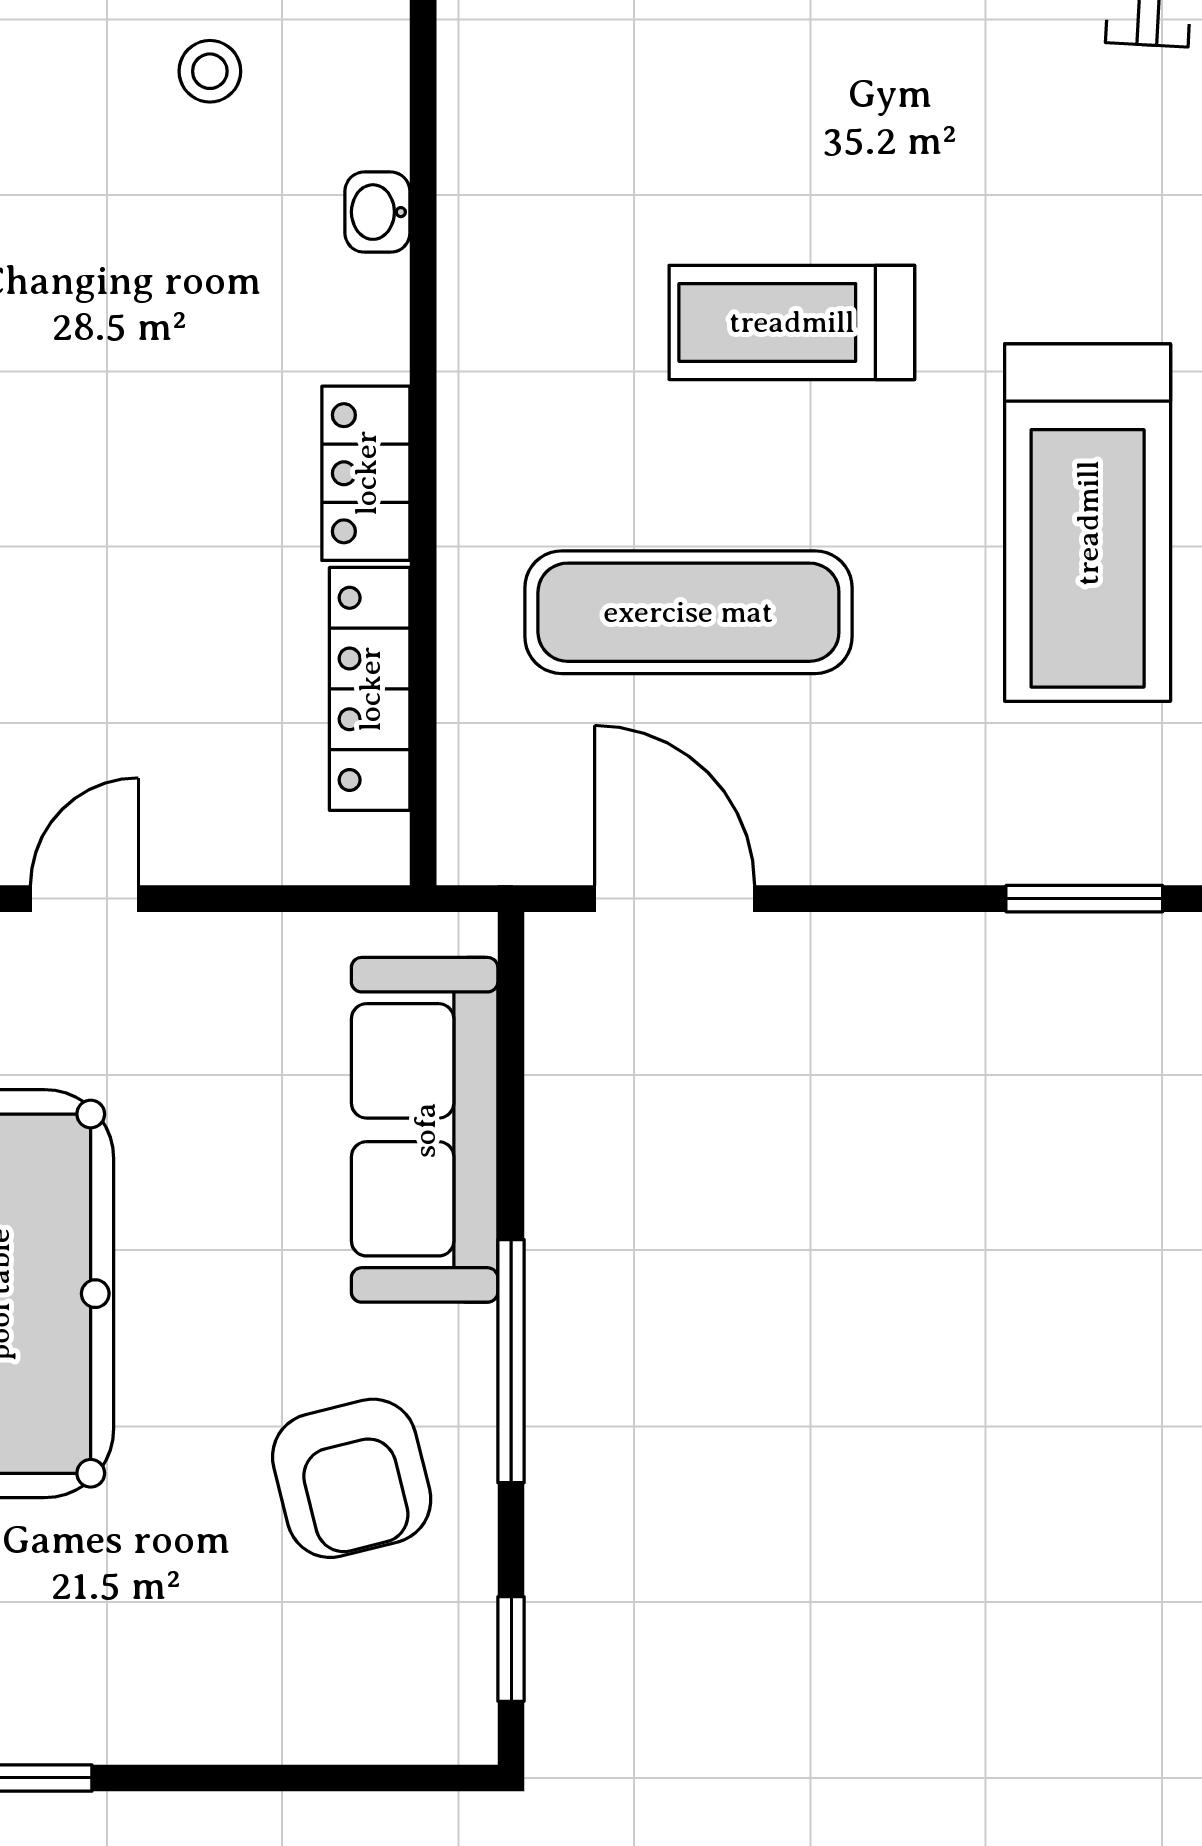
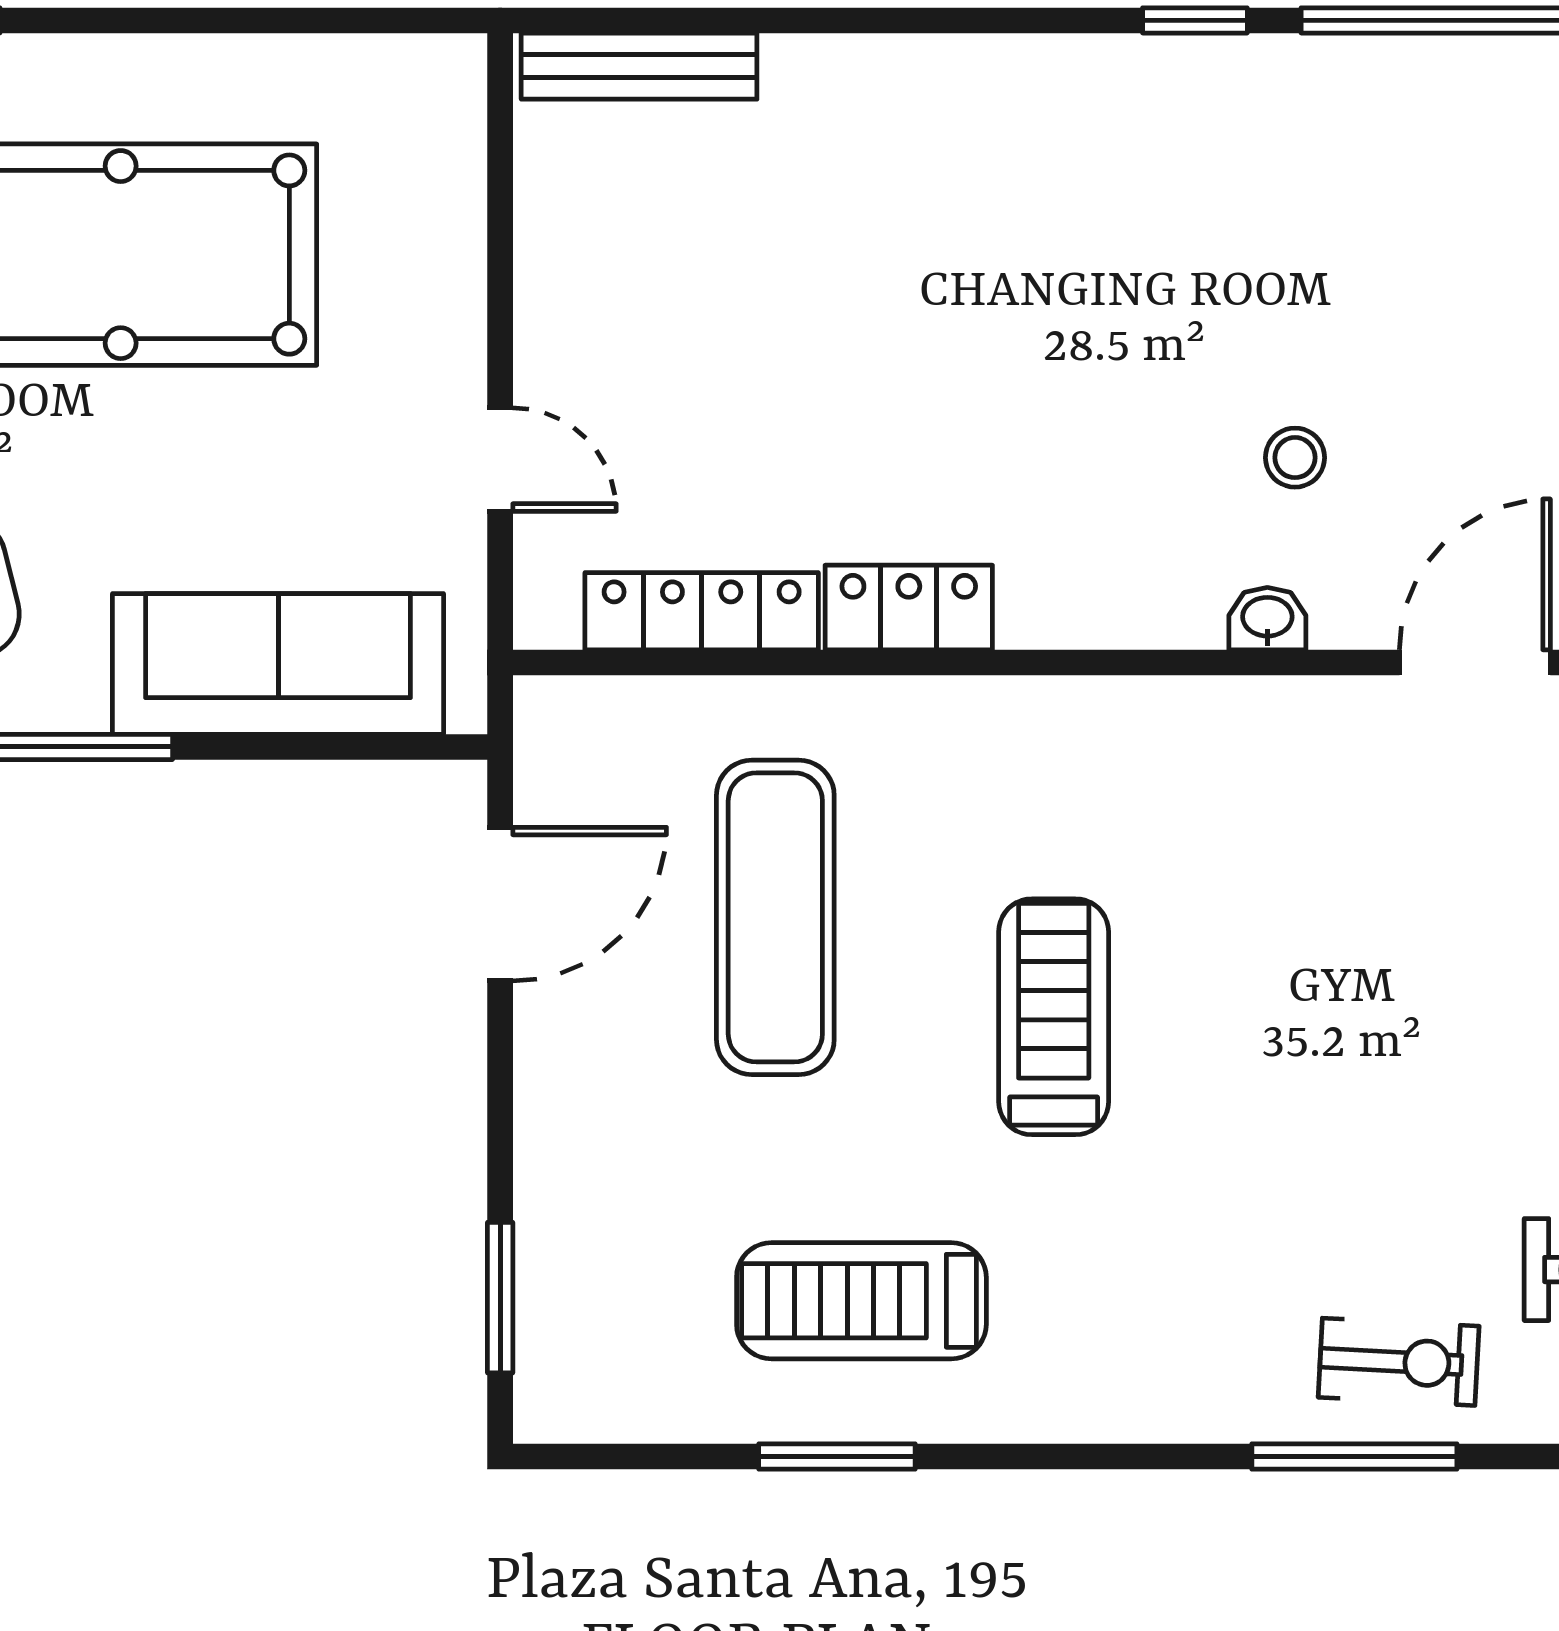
washbasin: (377, 212) -> (1267, 619), moved
treadmill: (1088, 523) -> (861, 1301), width x0.73, depth x0.73
door: (84, 899) -> (500, 460), moved

